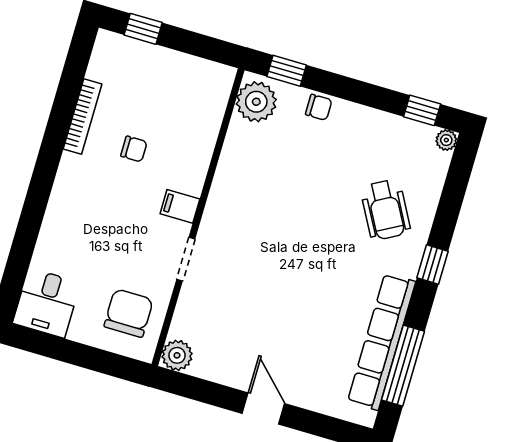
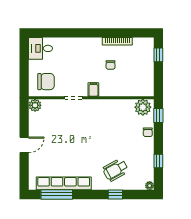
window: (422, 110) -> (158, 161), moved
window: (433, 264) -> (115, 194), moved

